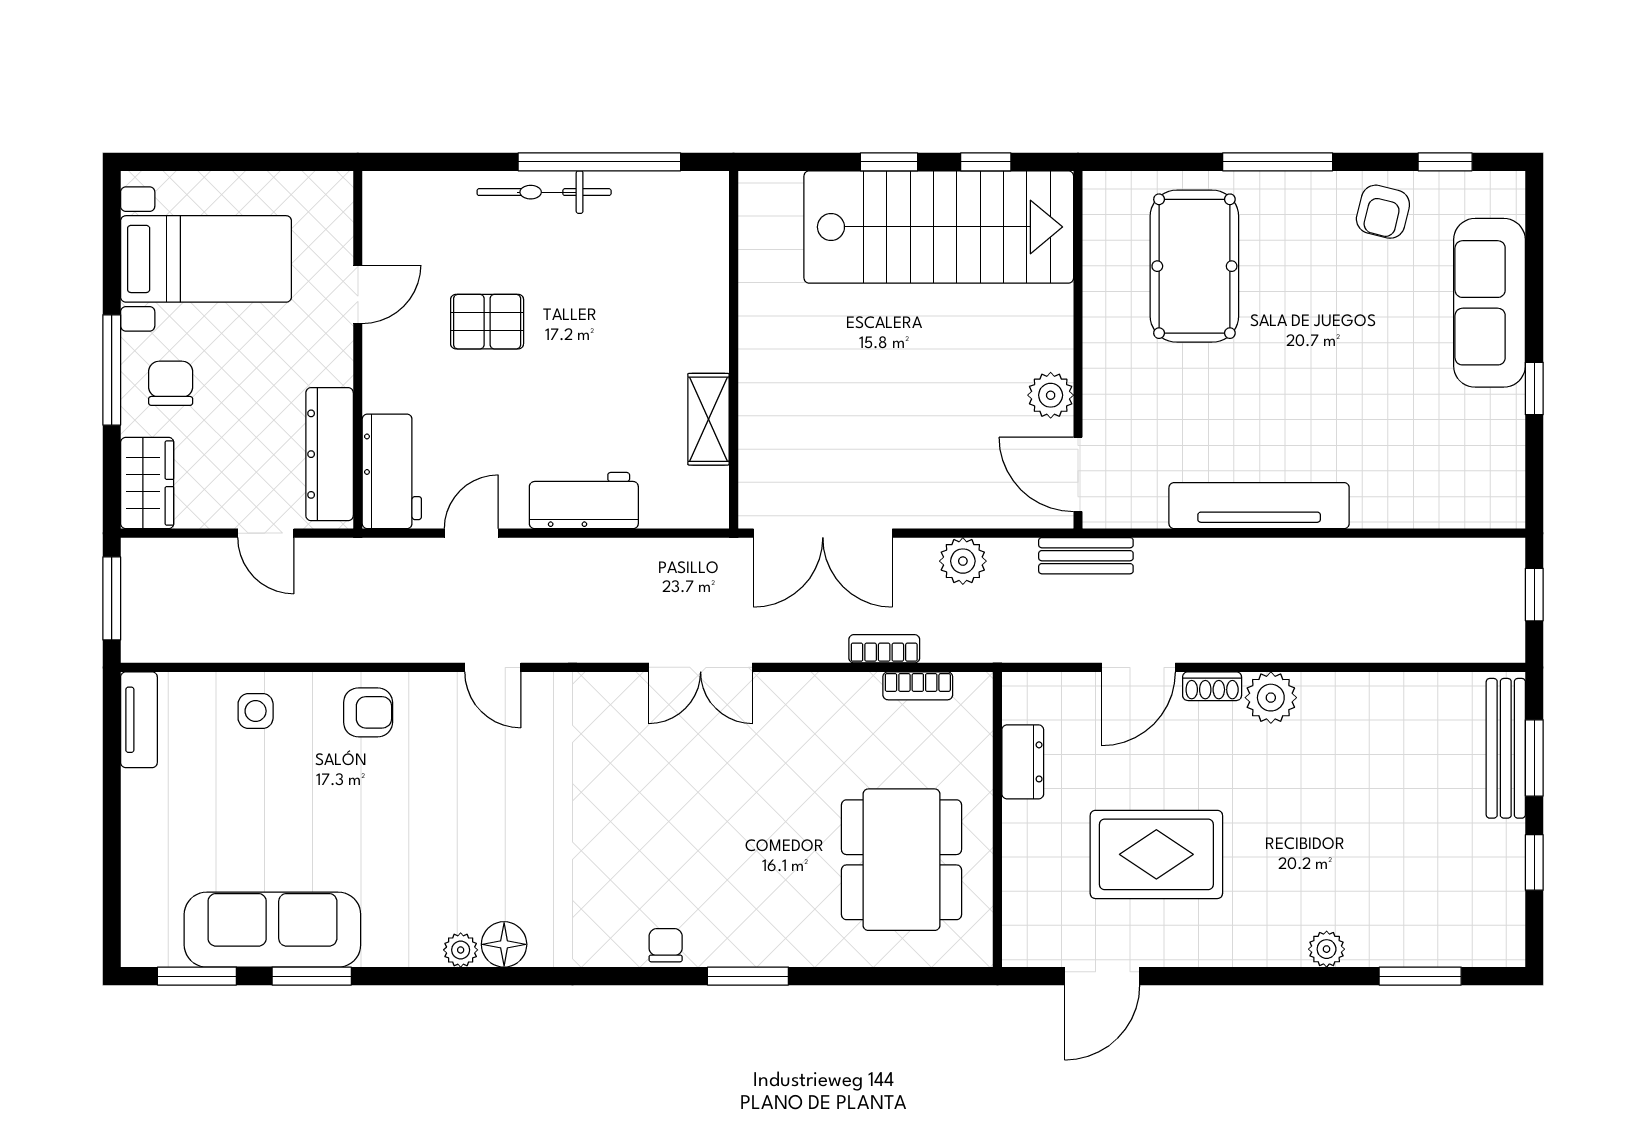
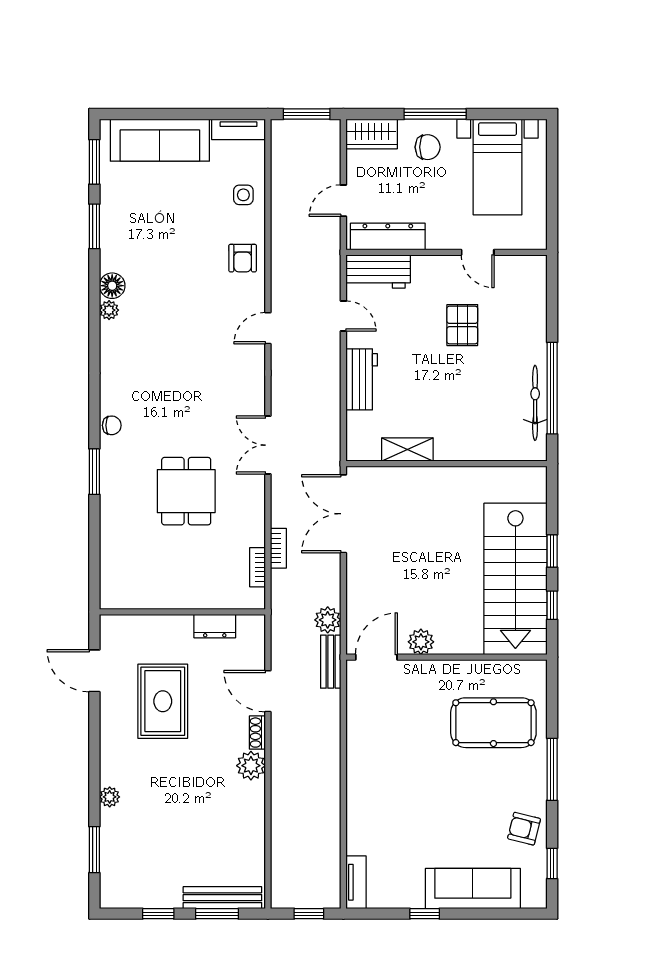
bicycle: (544, 192) -> (535, 403), moved
tv unit: (1259, 506) -> (356, 882), moved, width x0.52, depth x0.78
plant: (963, 561) -> (328, 620), moved
dining table: (901, 860) -> (186, 491), moved, width x0.73
sofa: (272, 930) -> (160, 140), moved, turned 90
floor lamp: (504, 944) -> (112, 286), moved

